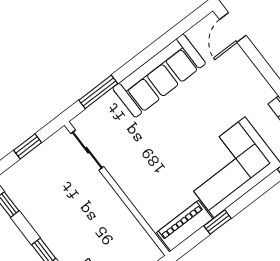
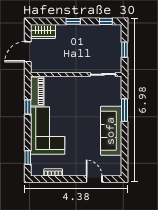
door: (233, 27) -> (94, 179), moved
window: (98, 92) -> (125, 110), moved

